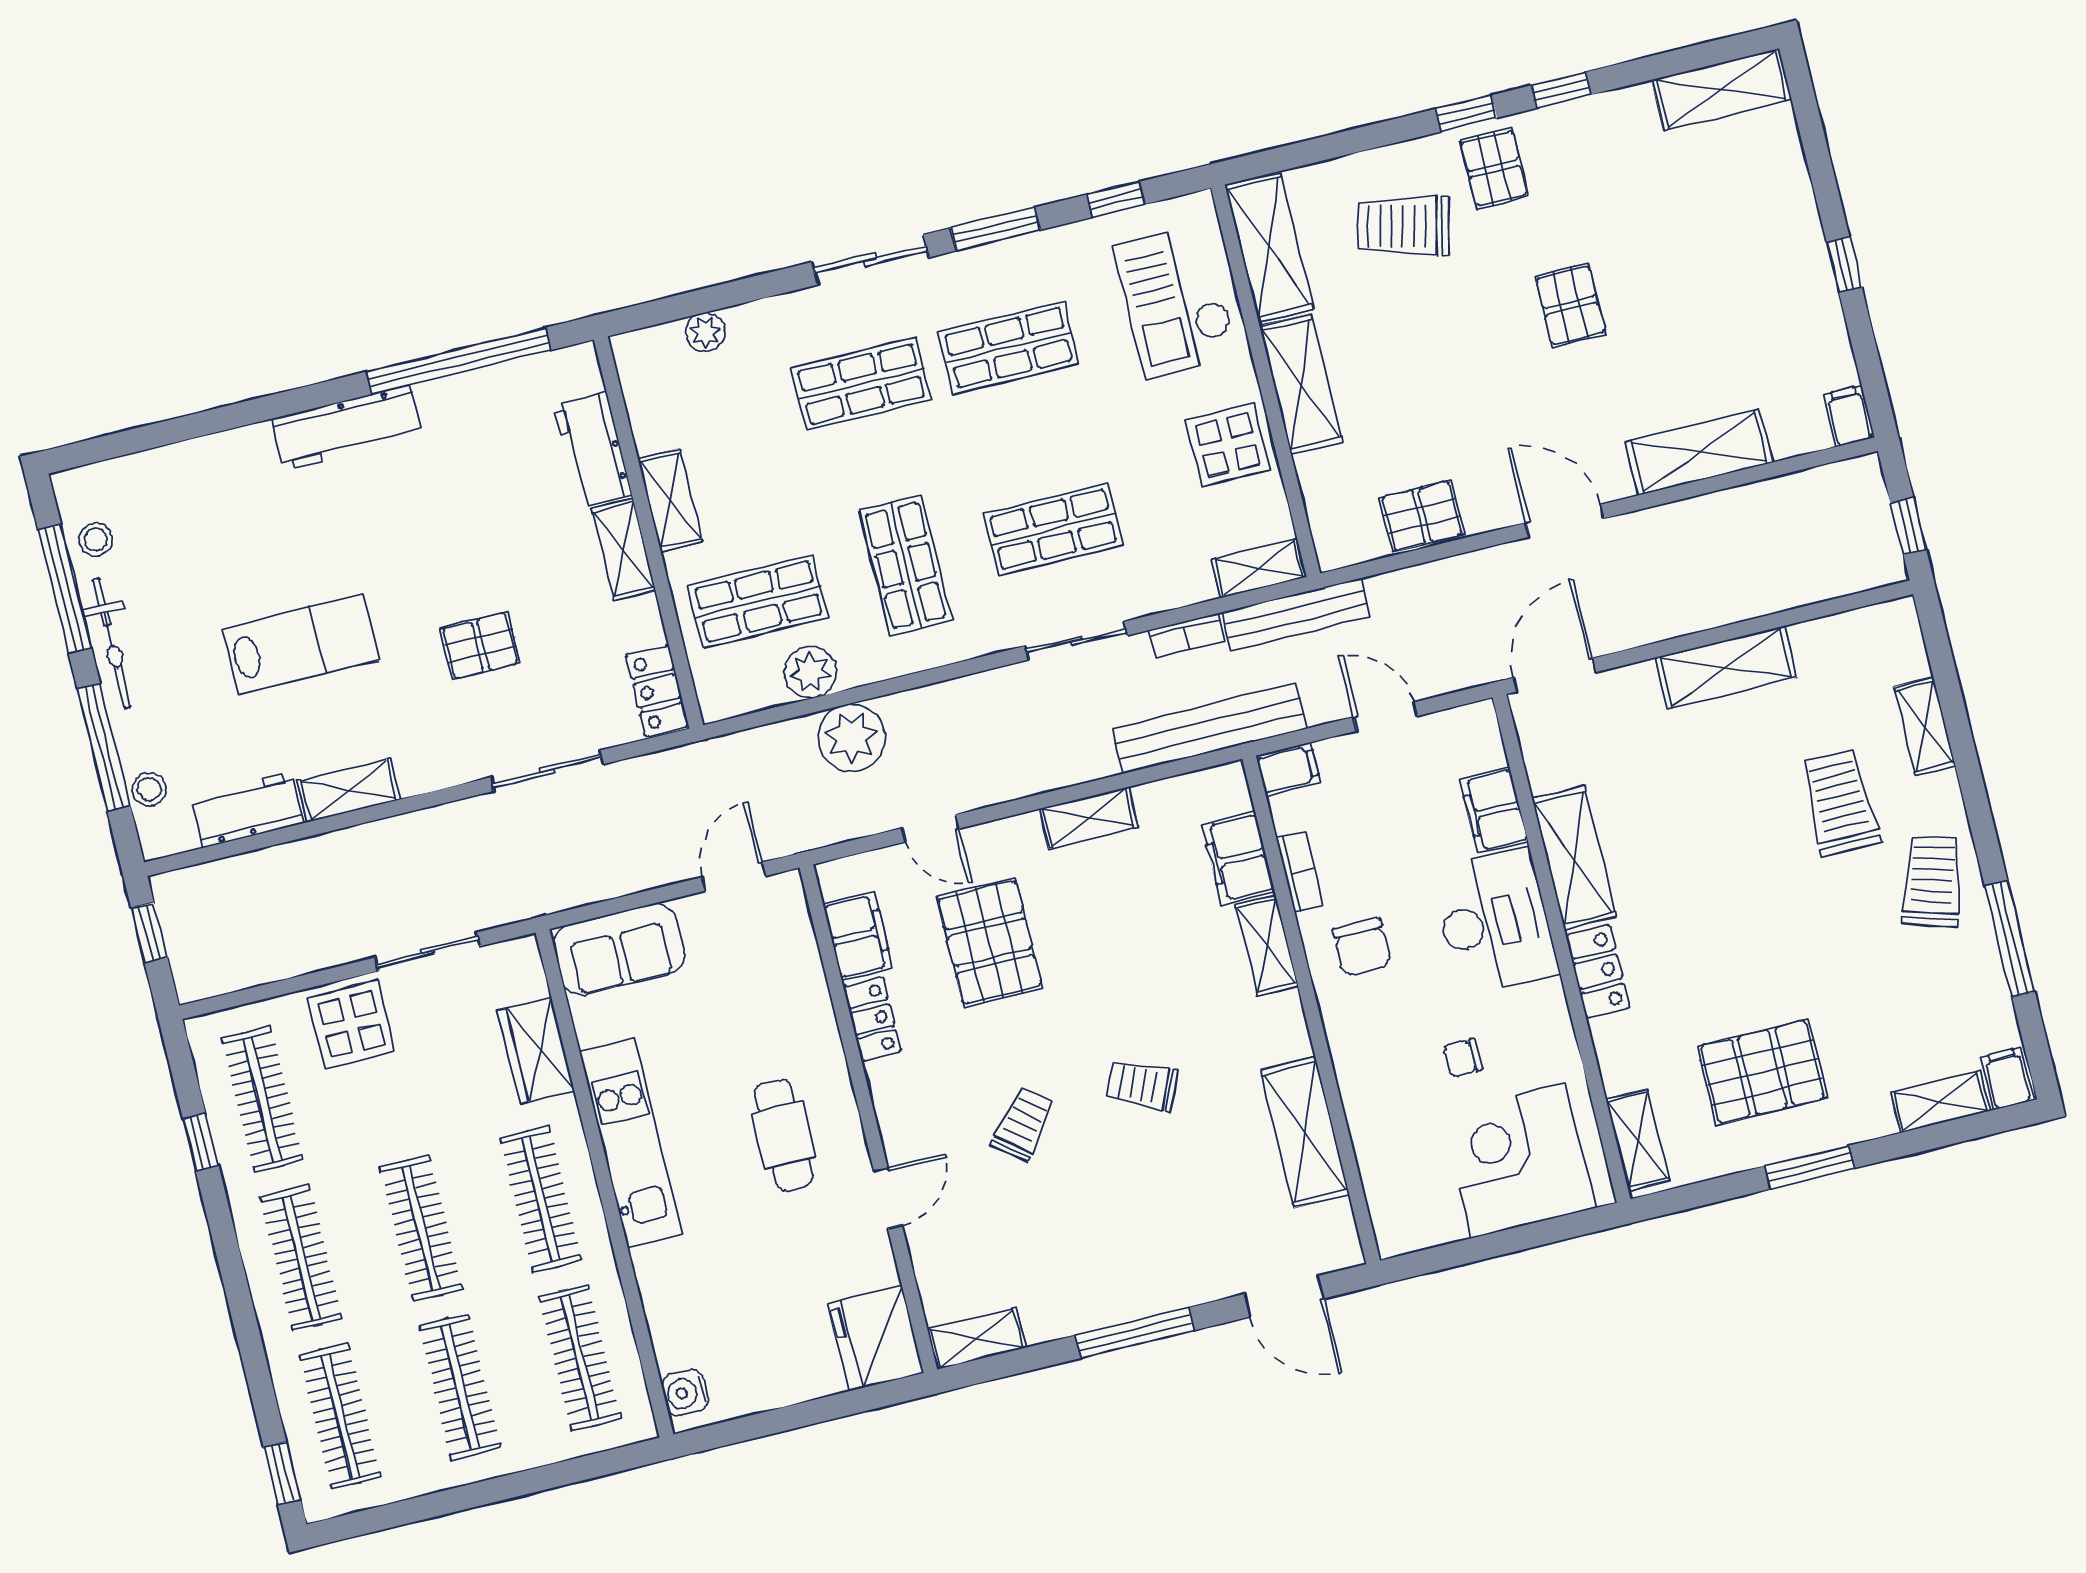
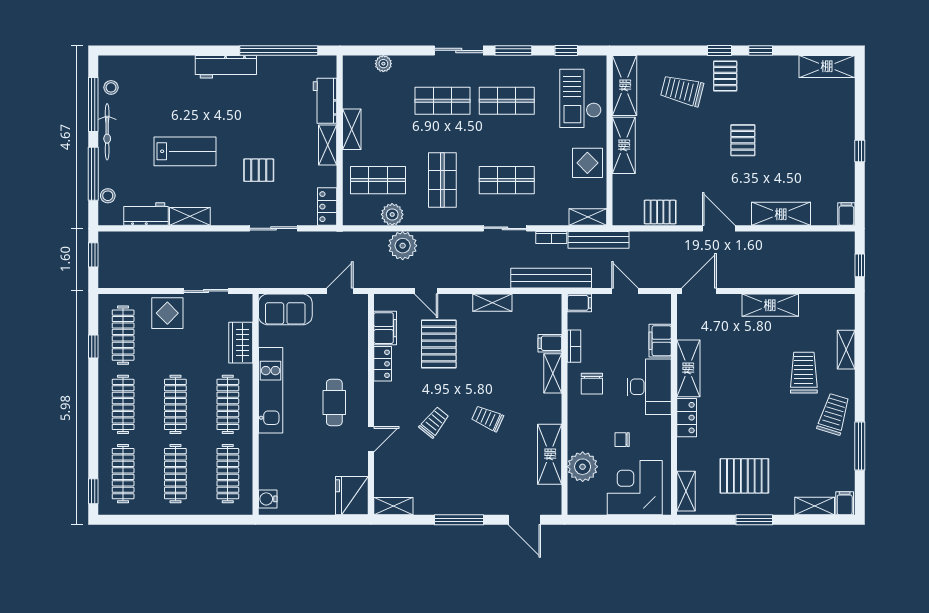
filing cabinet: (1238, 858) -> (550, 343), width x0.50
plant: (1387, 1142) -> (583, 467), added

